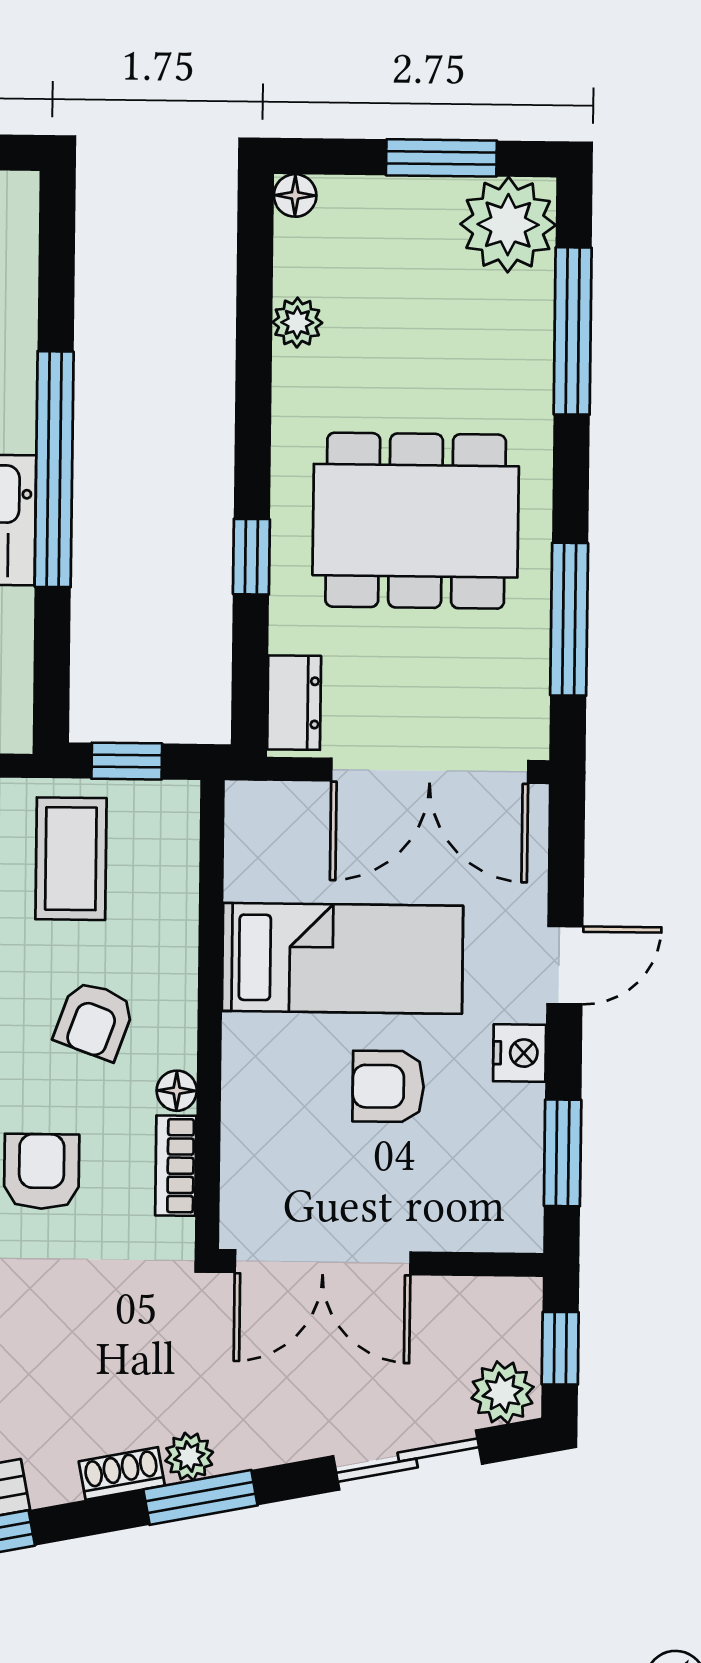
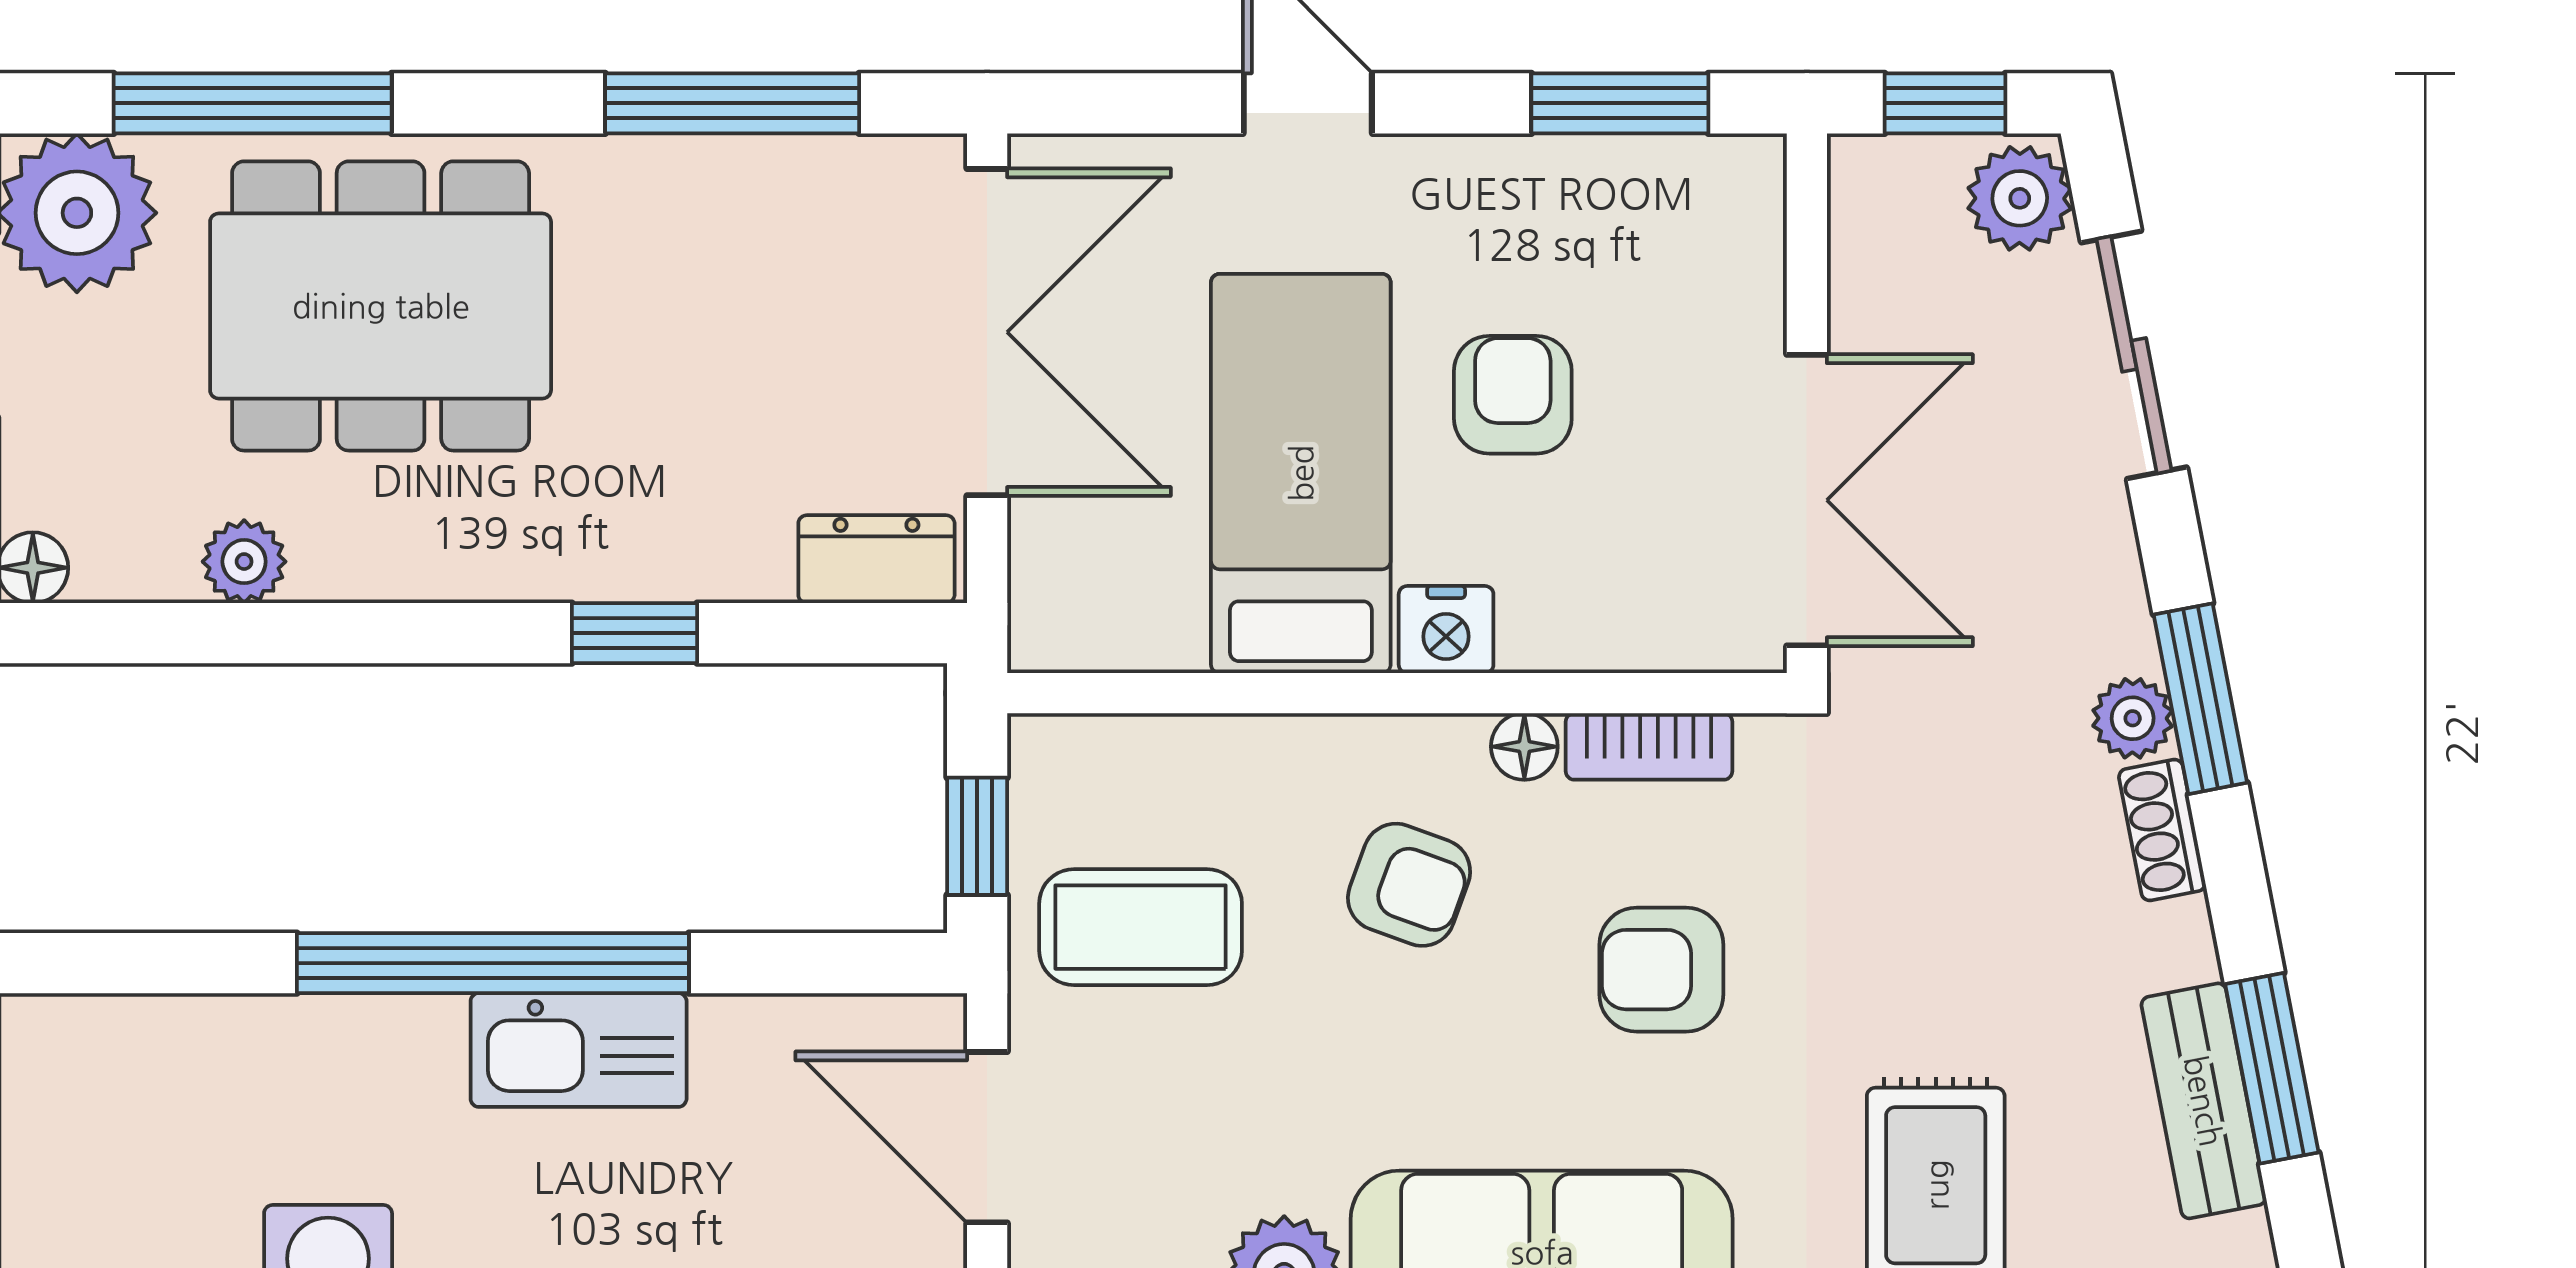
dining table: (416, 521) -> (381, 306), moved, turned 90
nightstand: (520, 1053) -> (1446, 630), moved, turned 180
armchair: (388, 1086) -> (1513, 395), turned 180

